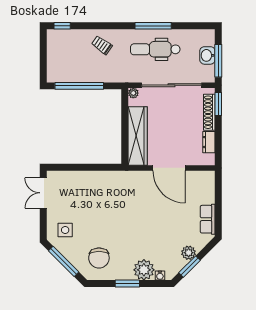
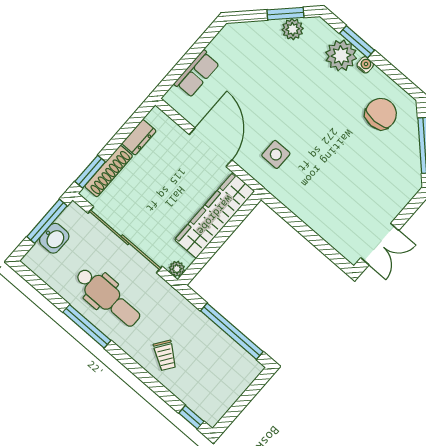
row of seats: (208, 219) -> (197, 74), moved
side table: (65, 230) -> (276, 154), moved
plant: (189, 253) -> (293, 29), moved
water cooler: (160, 276) -> (365, 65), moved
window: (127, 283) -> (357, 42), moved

